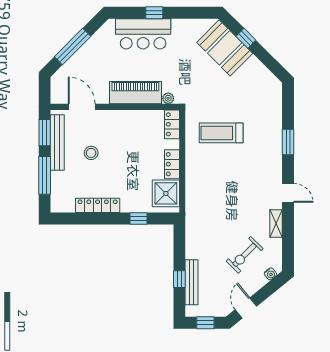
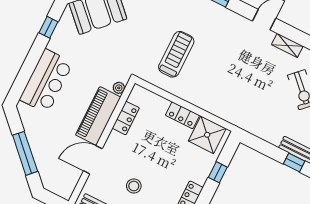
window: (154, 13) -> (48, 27), moved
door: (82, 107) -> (93, 160), moved
locker: (172, 124) -> (126, 118), moved, turned -90
treadmill: (221, 133) -> (176, 54), turned 180

